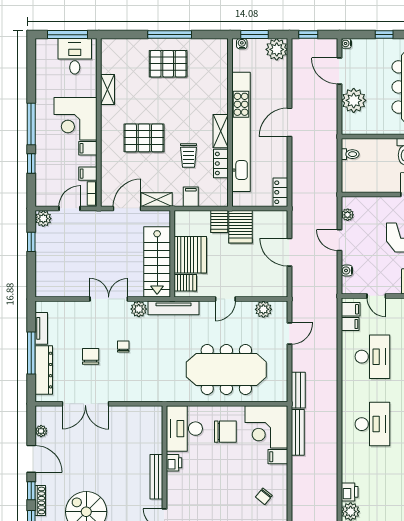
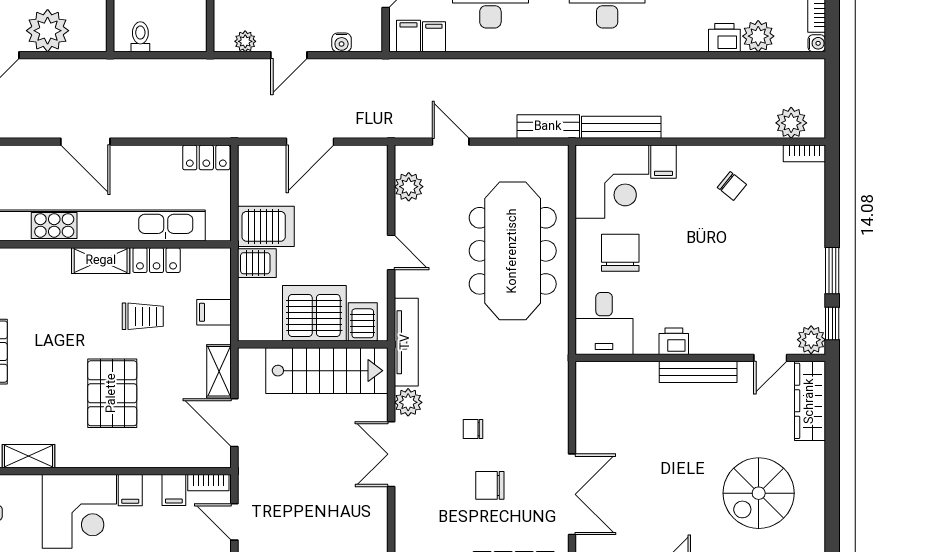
desk: (184, 429) -> (604, 323), width x0.73

